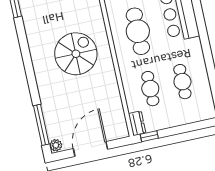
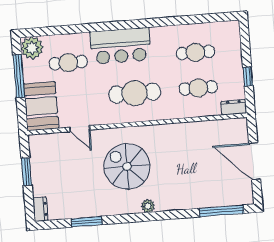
spiral stairs: (76, 54) -> (127, 167), moved
window: (149, 136) -> (248, 77), moved
plant: (56, 145) -> (148, 206), moved

